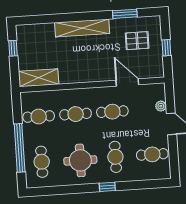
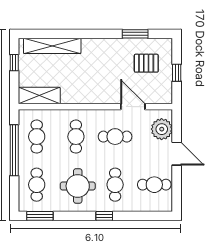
shelving: (82, 28) -> (52, 46), moved
plant: (161, 106) -> (162, 129), width x1.88, depth x1.88
cafe table: (76, 114) -> (76, 137), turned 90
cafe table: (39, 116) -> (37, 137), turned 90
window: (20, 148) -> (14, 150), moved
window: (47, 191) -> (40, 216), added

